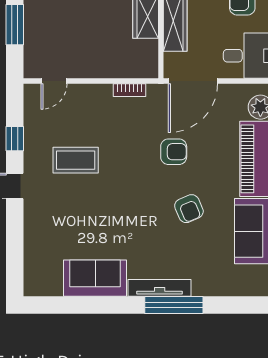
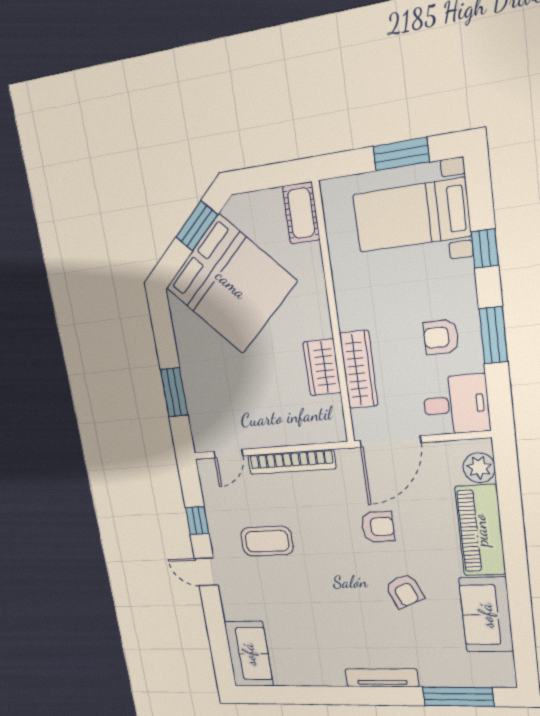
bookcase: (129, 90) -> (292, 462), width x2.31, depth x1.31
sofa: (95, 278) -> (249, 654), moved, turned 90
window: (174, 305) -> (458, 697), moved

